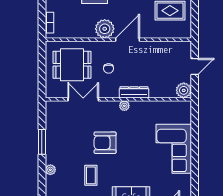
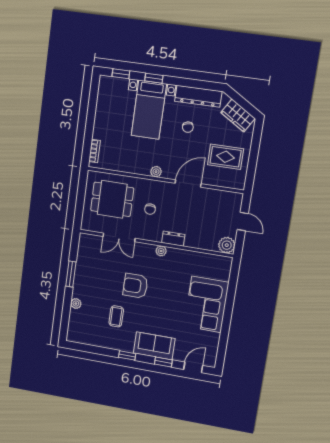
plant: (105, 29) -> (156, 172), width x0.53, depth x0.53
door: (128, 40) -> (188, 183), moved
door: (195, 67) -> (243, 221), hinge flipped
dresser: (134, 92) -> (173, 239), width x0.70
double door: (83, 99) -> (119, 237), swing flipped

